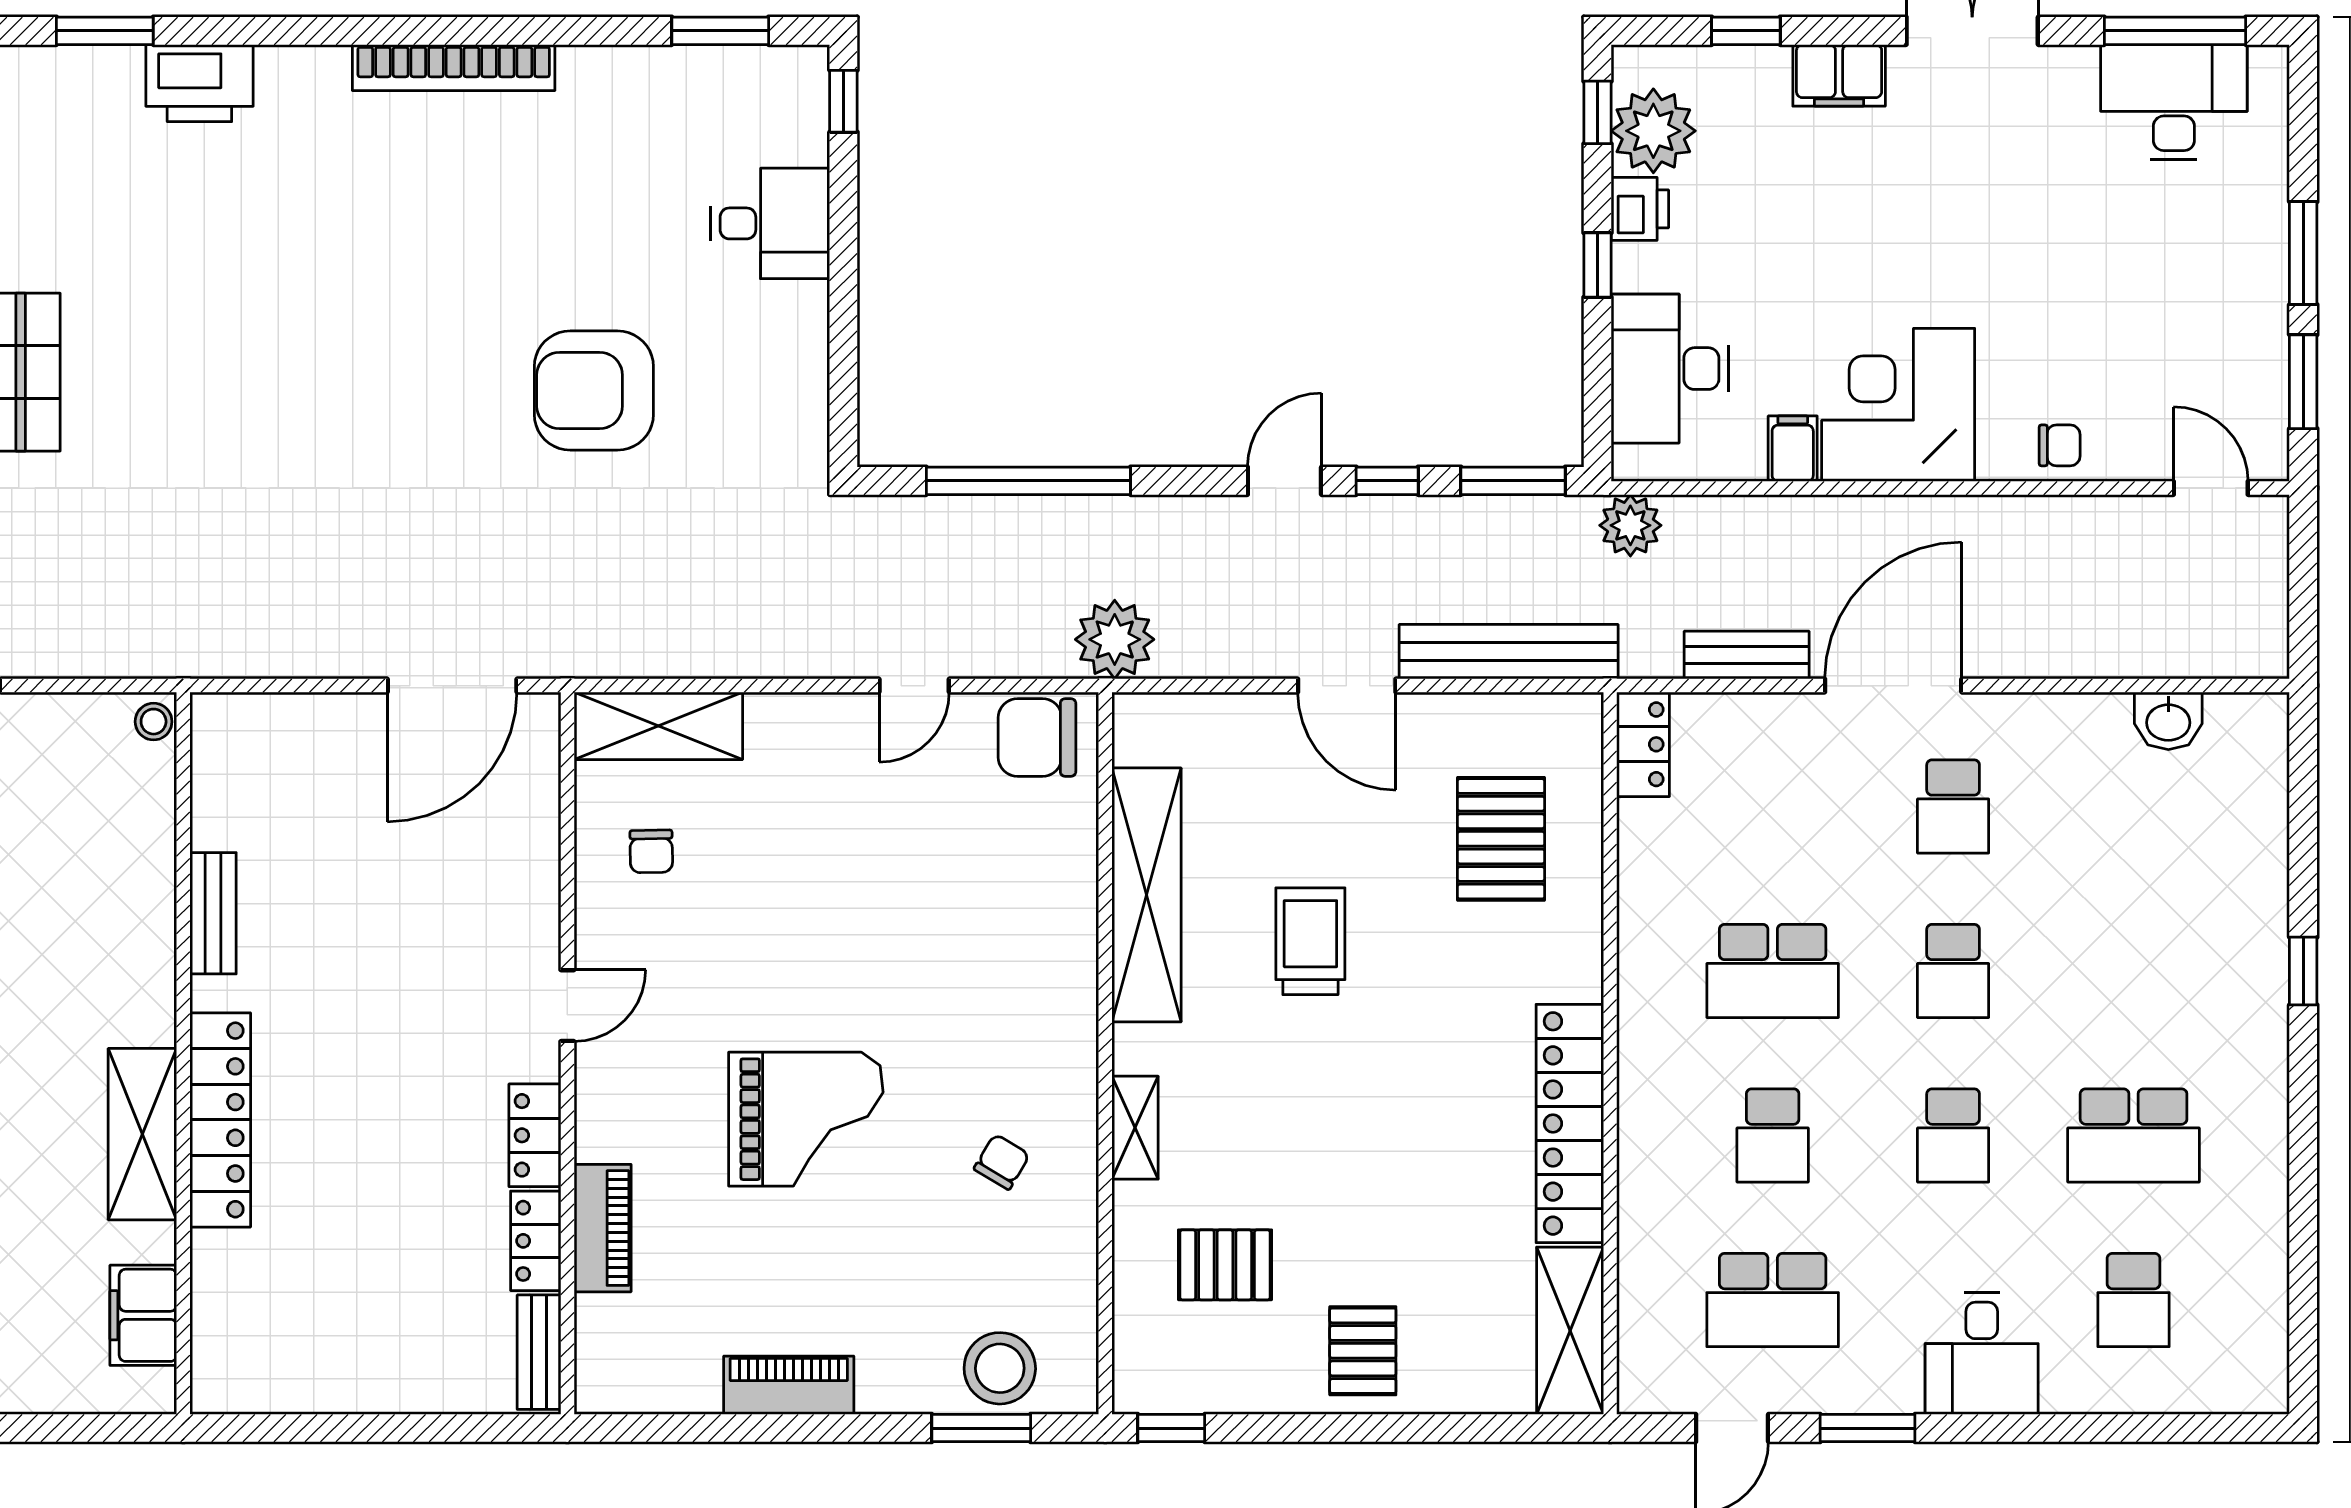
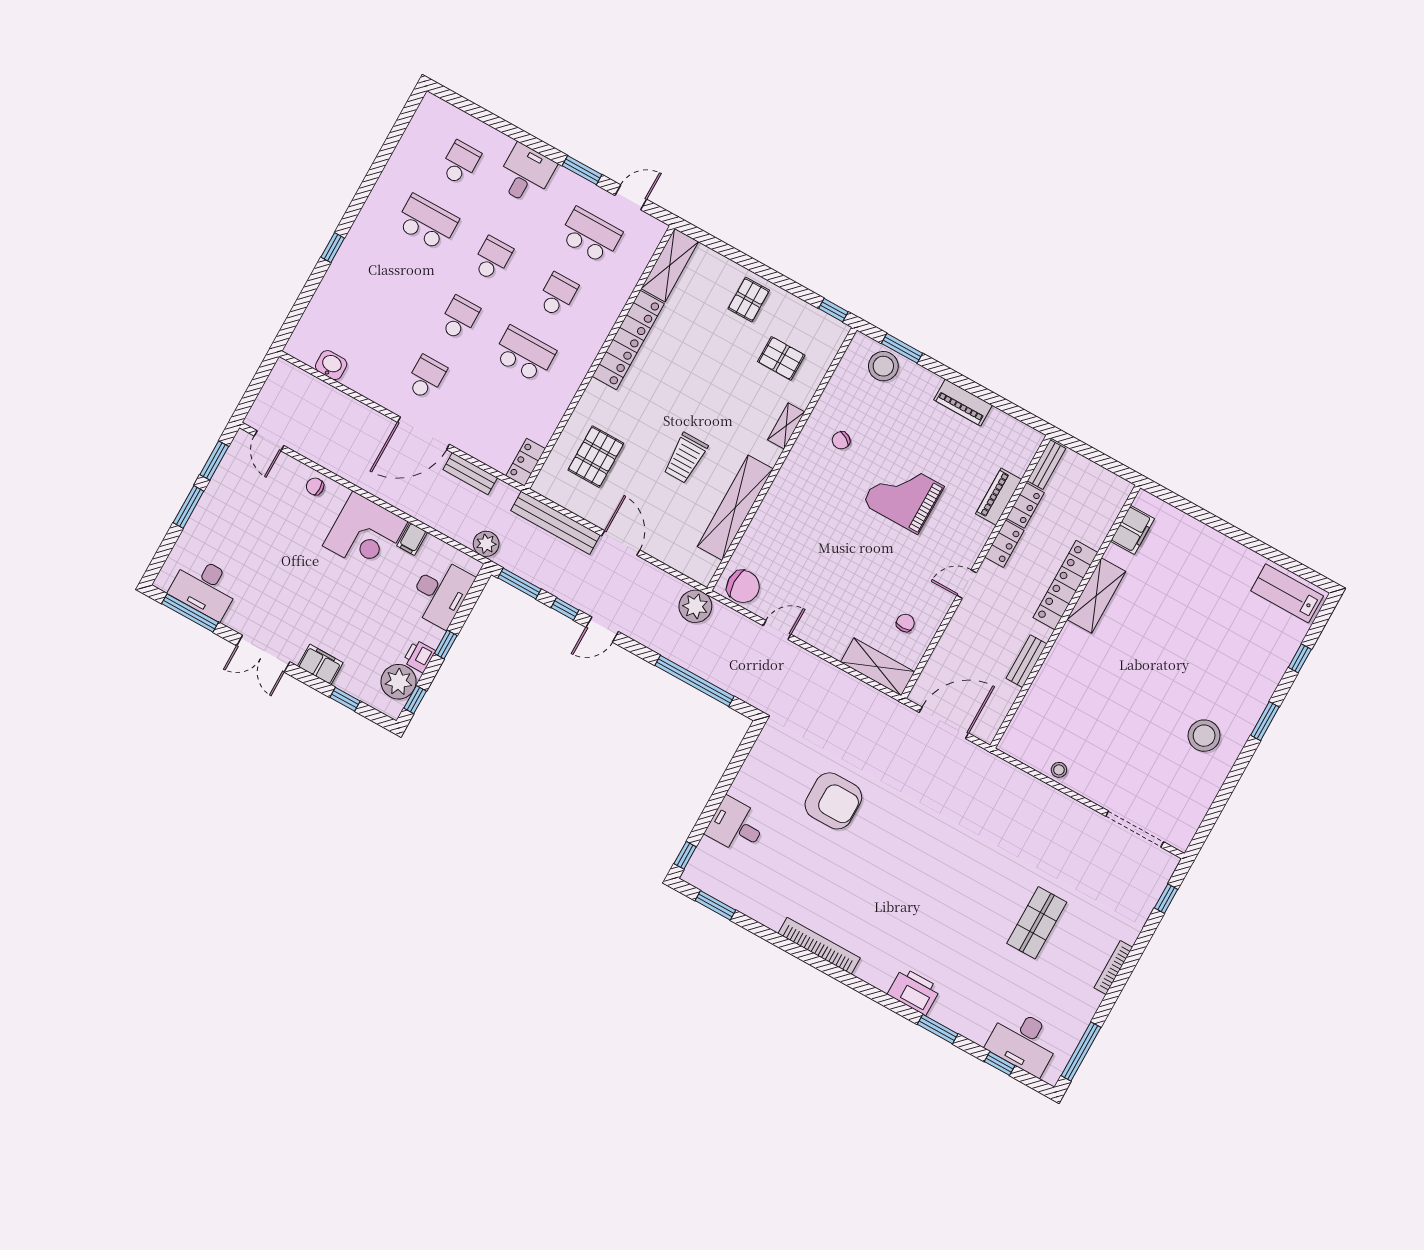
bench: (213, 913) -> (1026, 661), moved
wall: (183, 1053) -> (1065, 617), moved
locker: (220, 1120) -> (1065, 585), moved
shelving: (142, 1134) -> (1096, 595), moved
filing cabinet: (143, 1315) -> (1132, 530), moved

